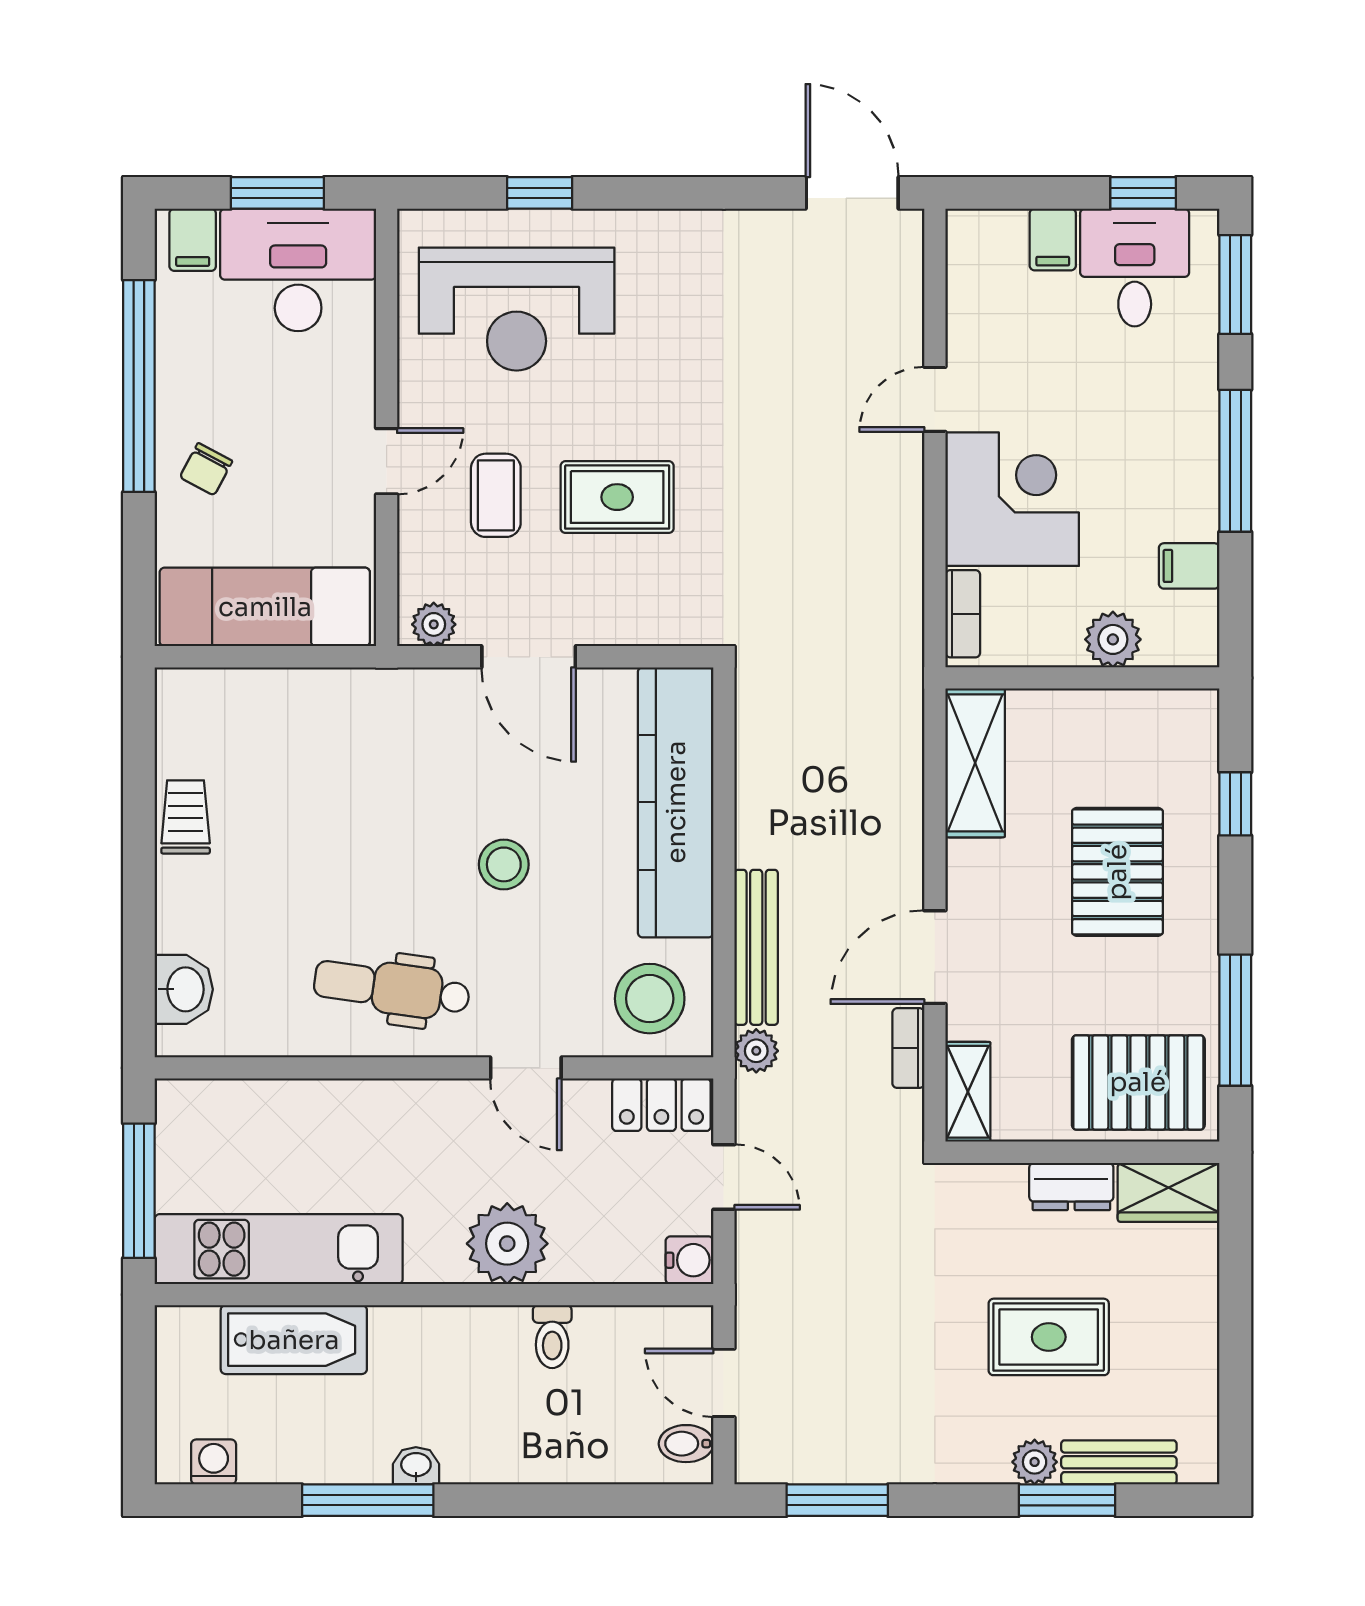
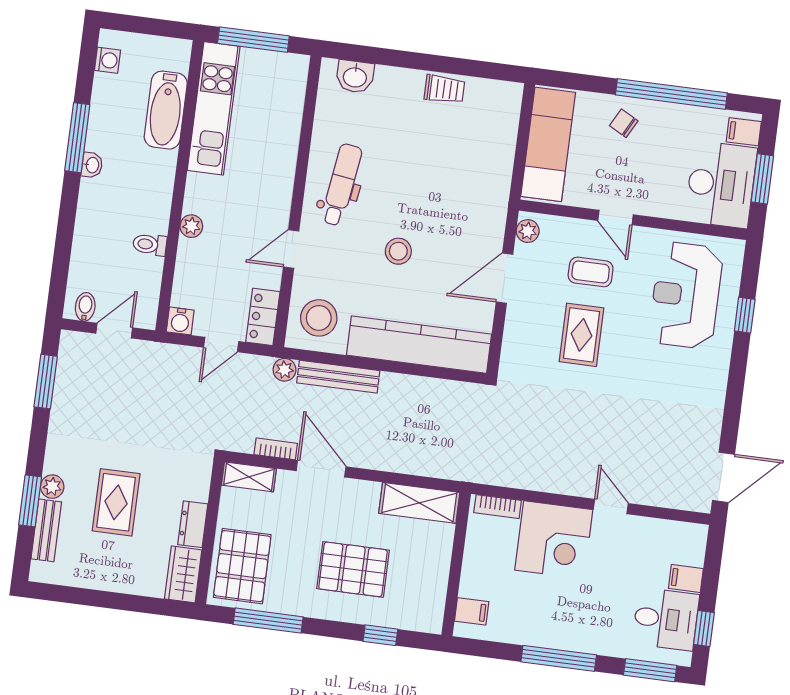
filing cabinet: (1189, 566) -> (472, 611), moved, turned 90
plant: (1113, 639) -> (474, 583), removed
plant: (507, 1244) -> (191, 226), width x0.53, depth x0.53

